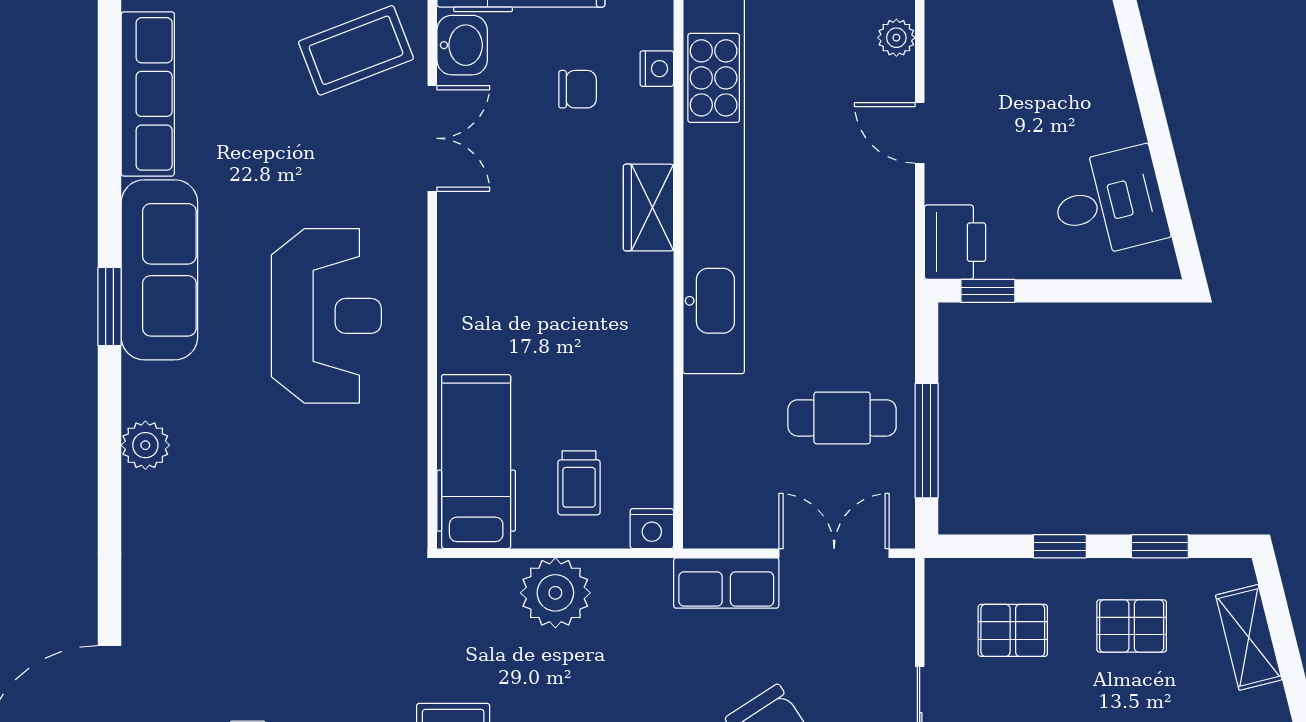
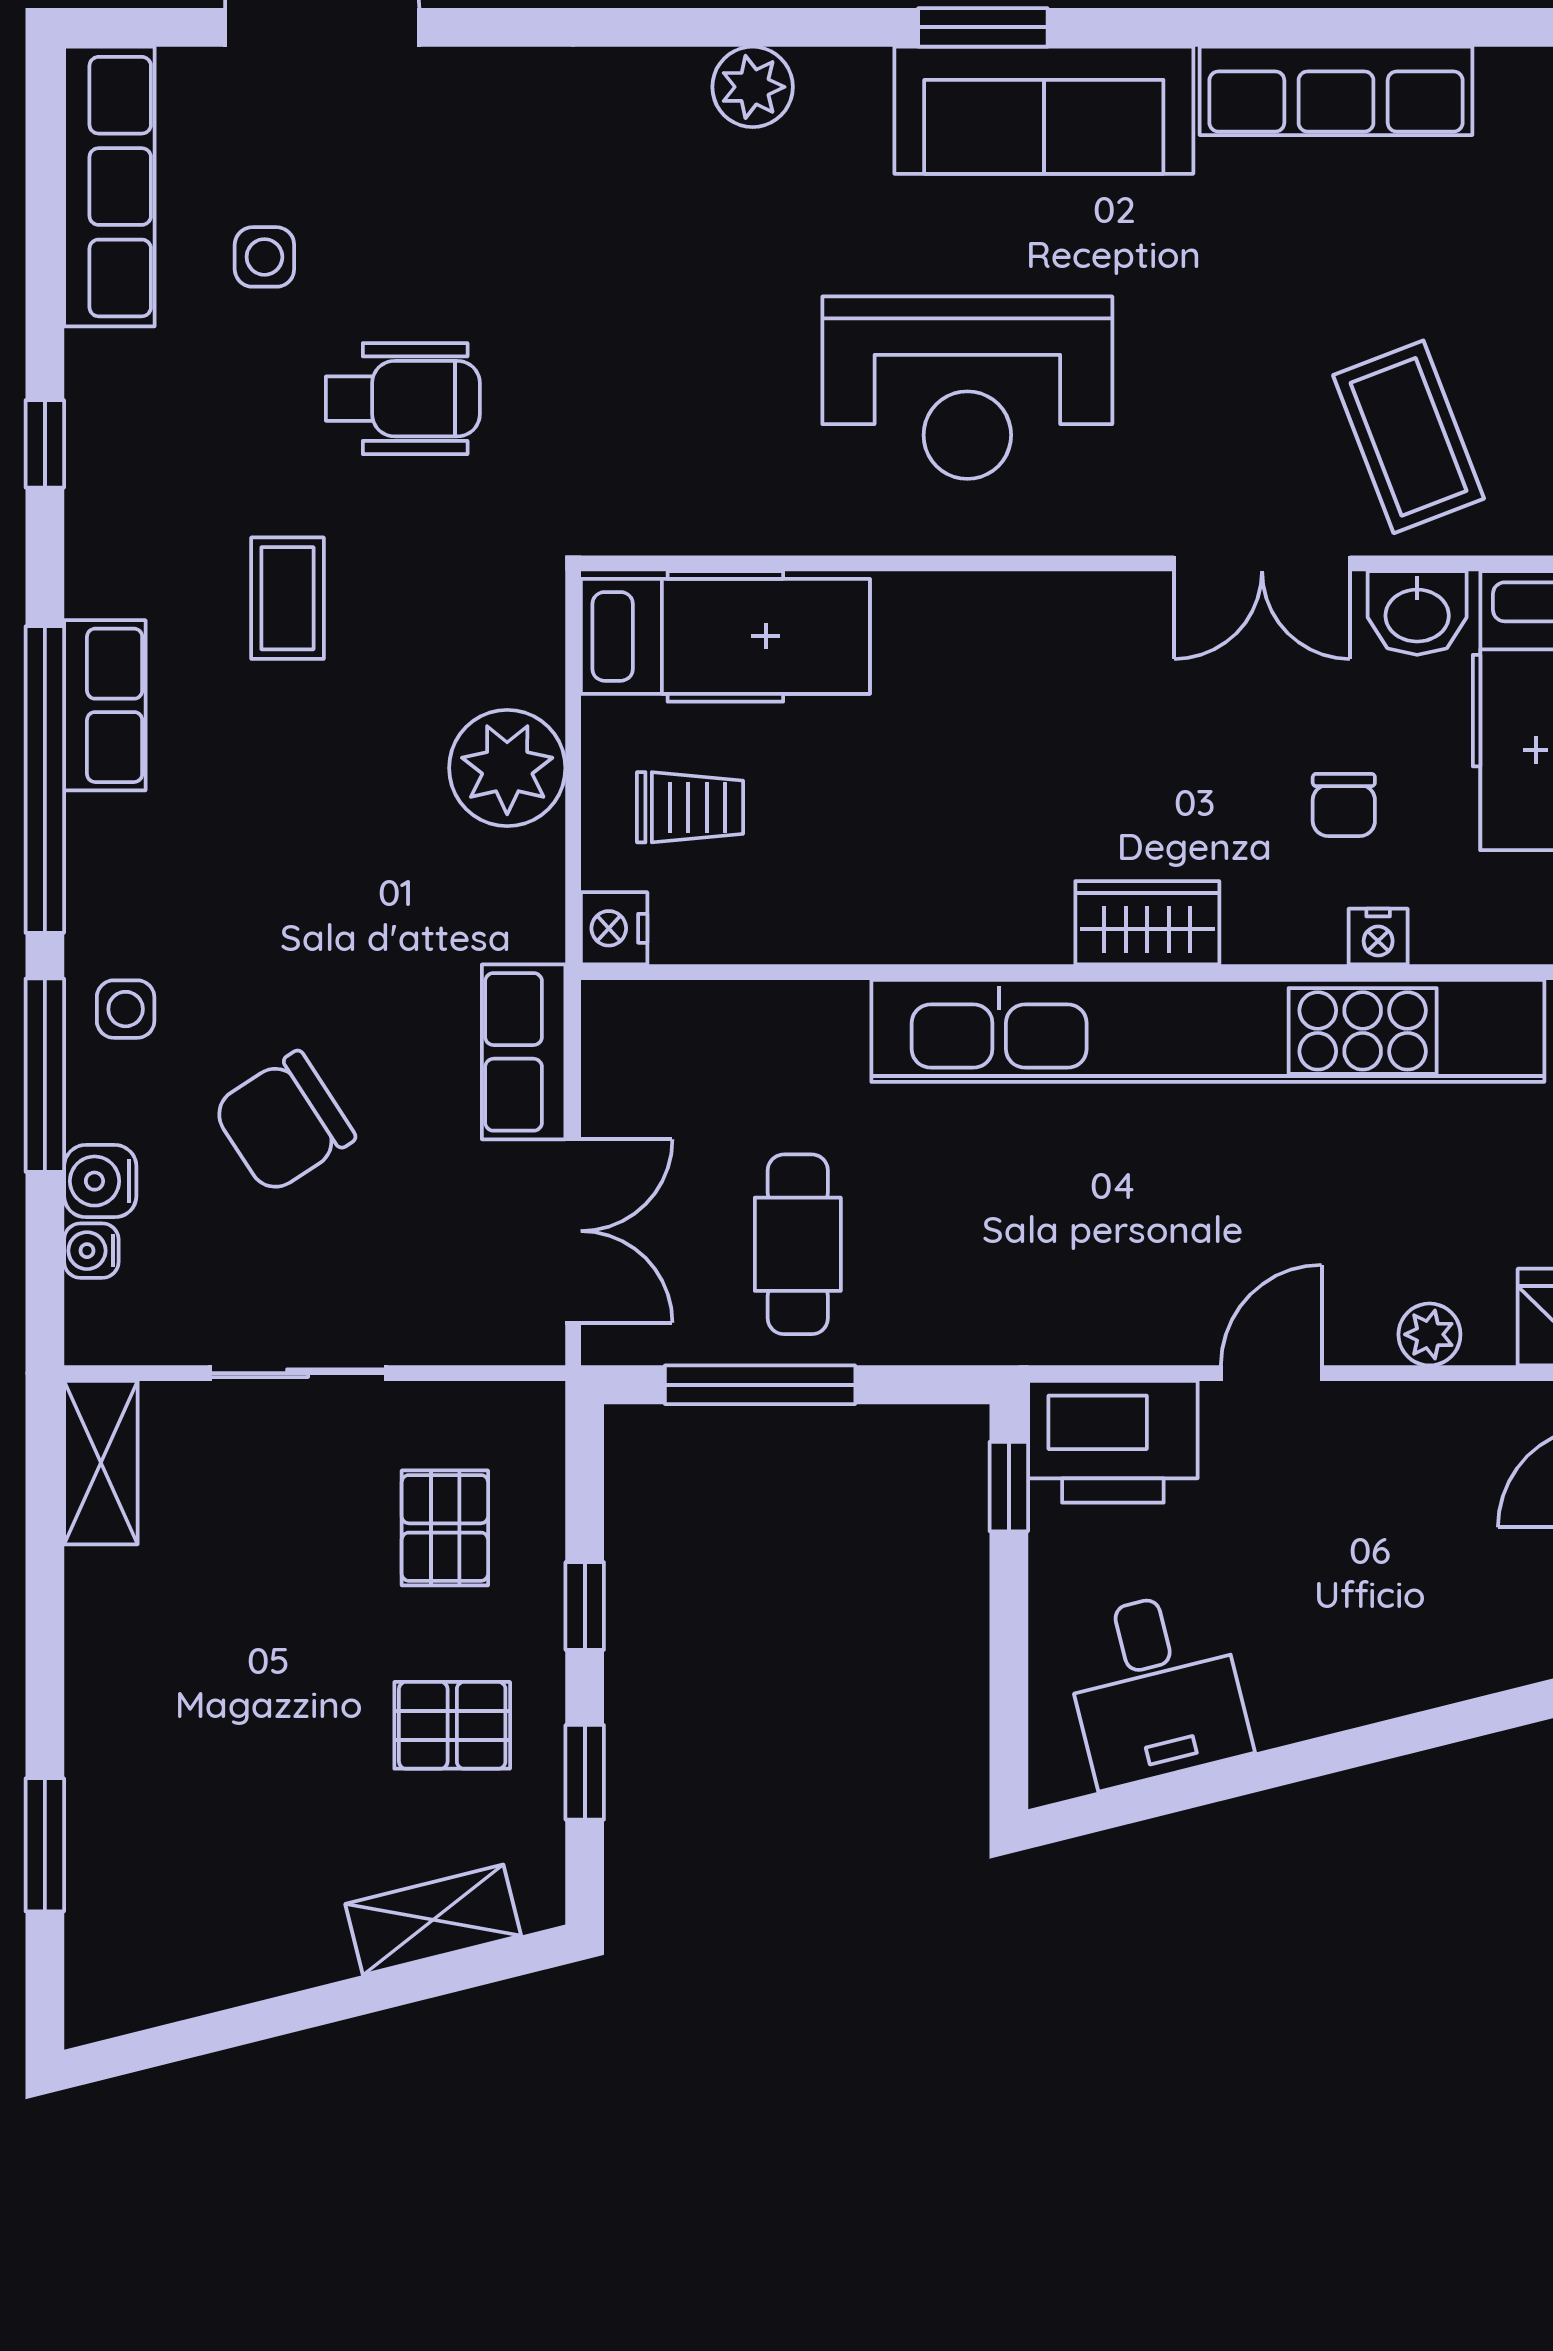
printer: (955, 242) -> (1113, 1442), width x1.37, depth x1.19
trolley: (579, 483) -> (690, 807), turned 180
pallet: (1132, 626) -> (452, 1725), turned 90
wheelchair: (333, 656) -> (403, 399), added

